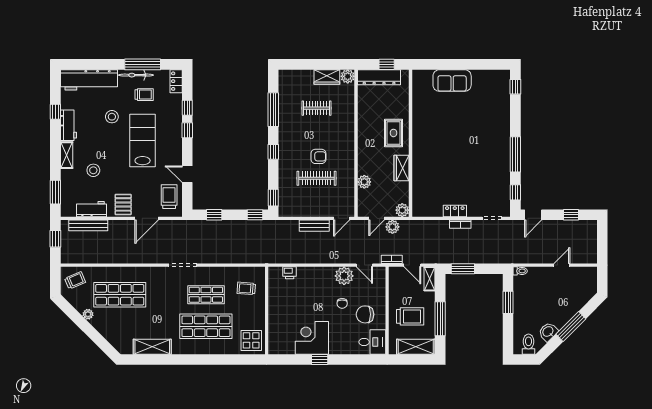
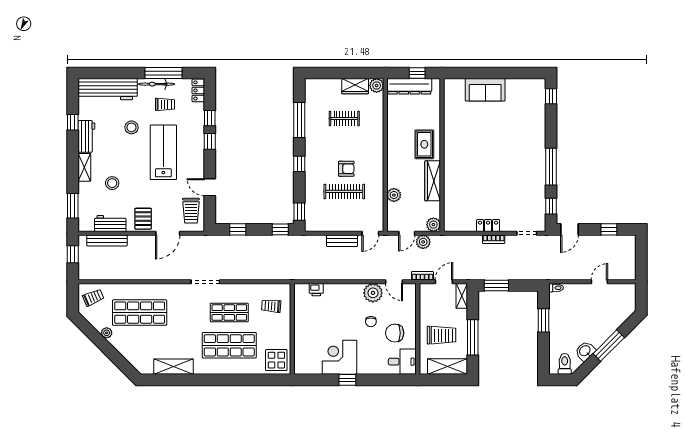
wardrobe: (402, 168) -> (433, 181), width x1.50
trolley: (169, 197) -> (191, 211), turned 180
door: (412, 265) -> (444, 282), swing flipped

